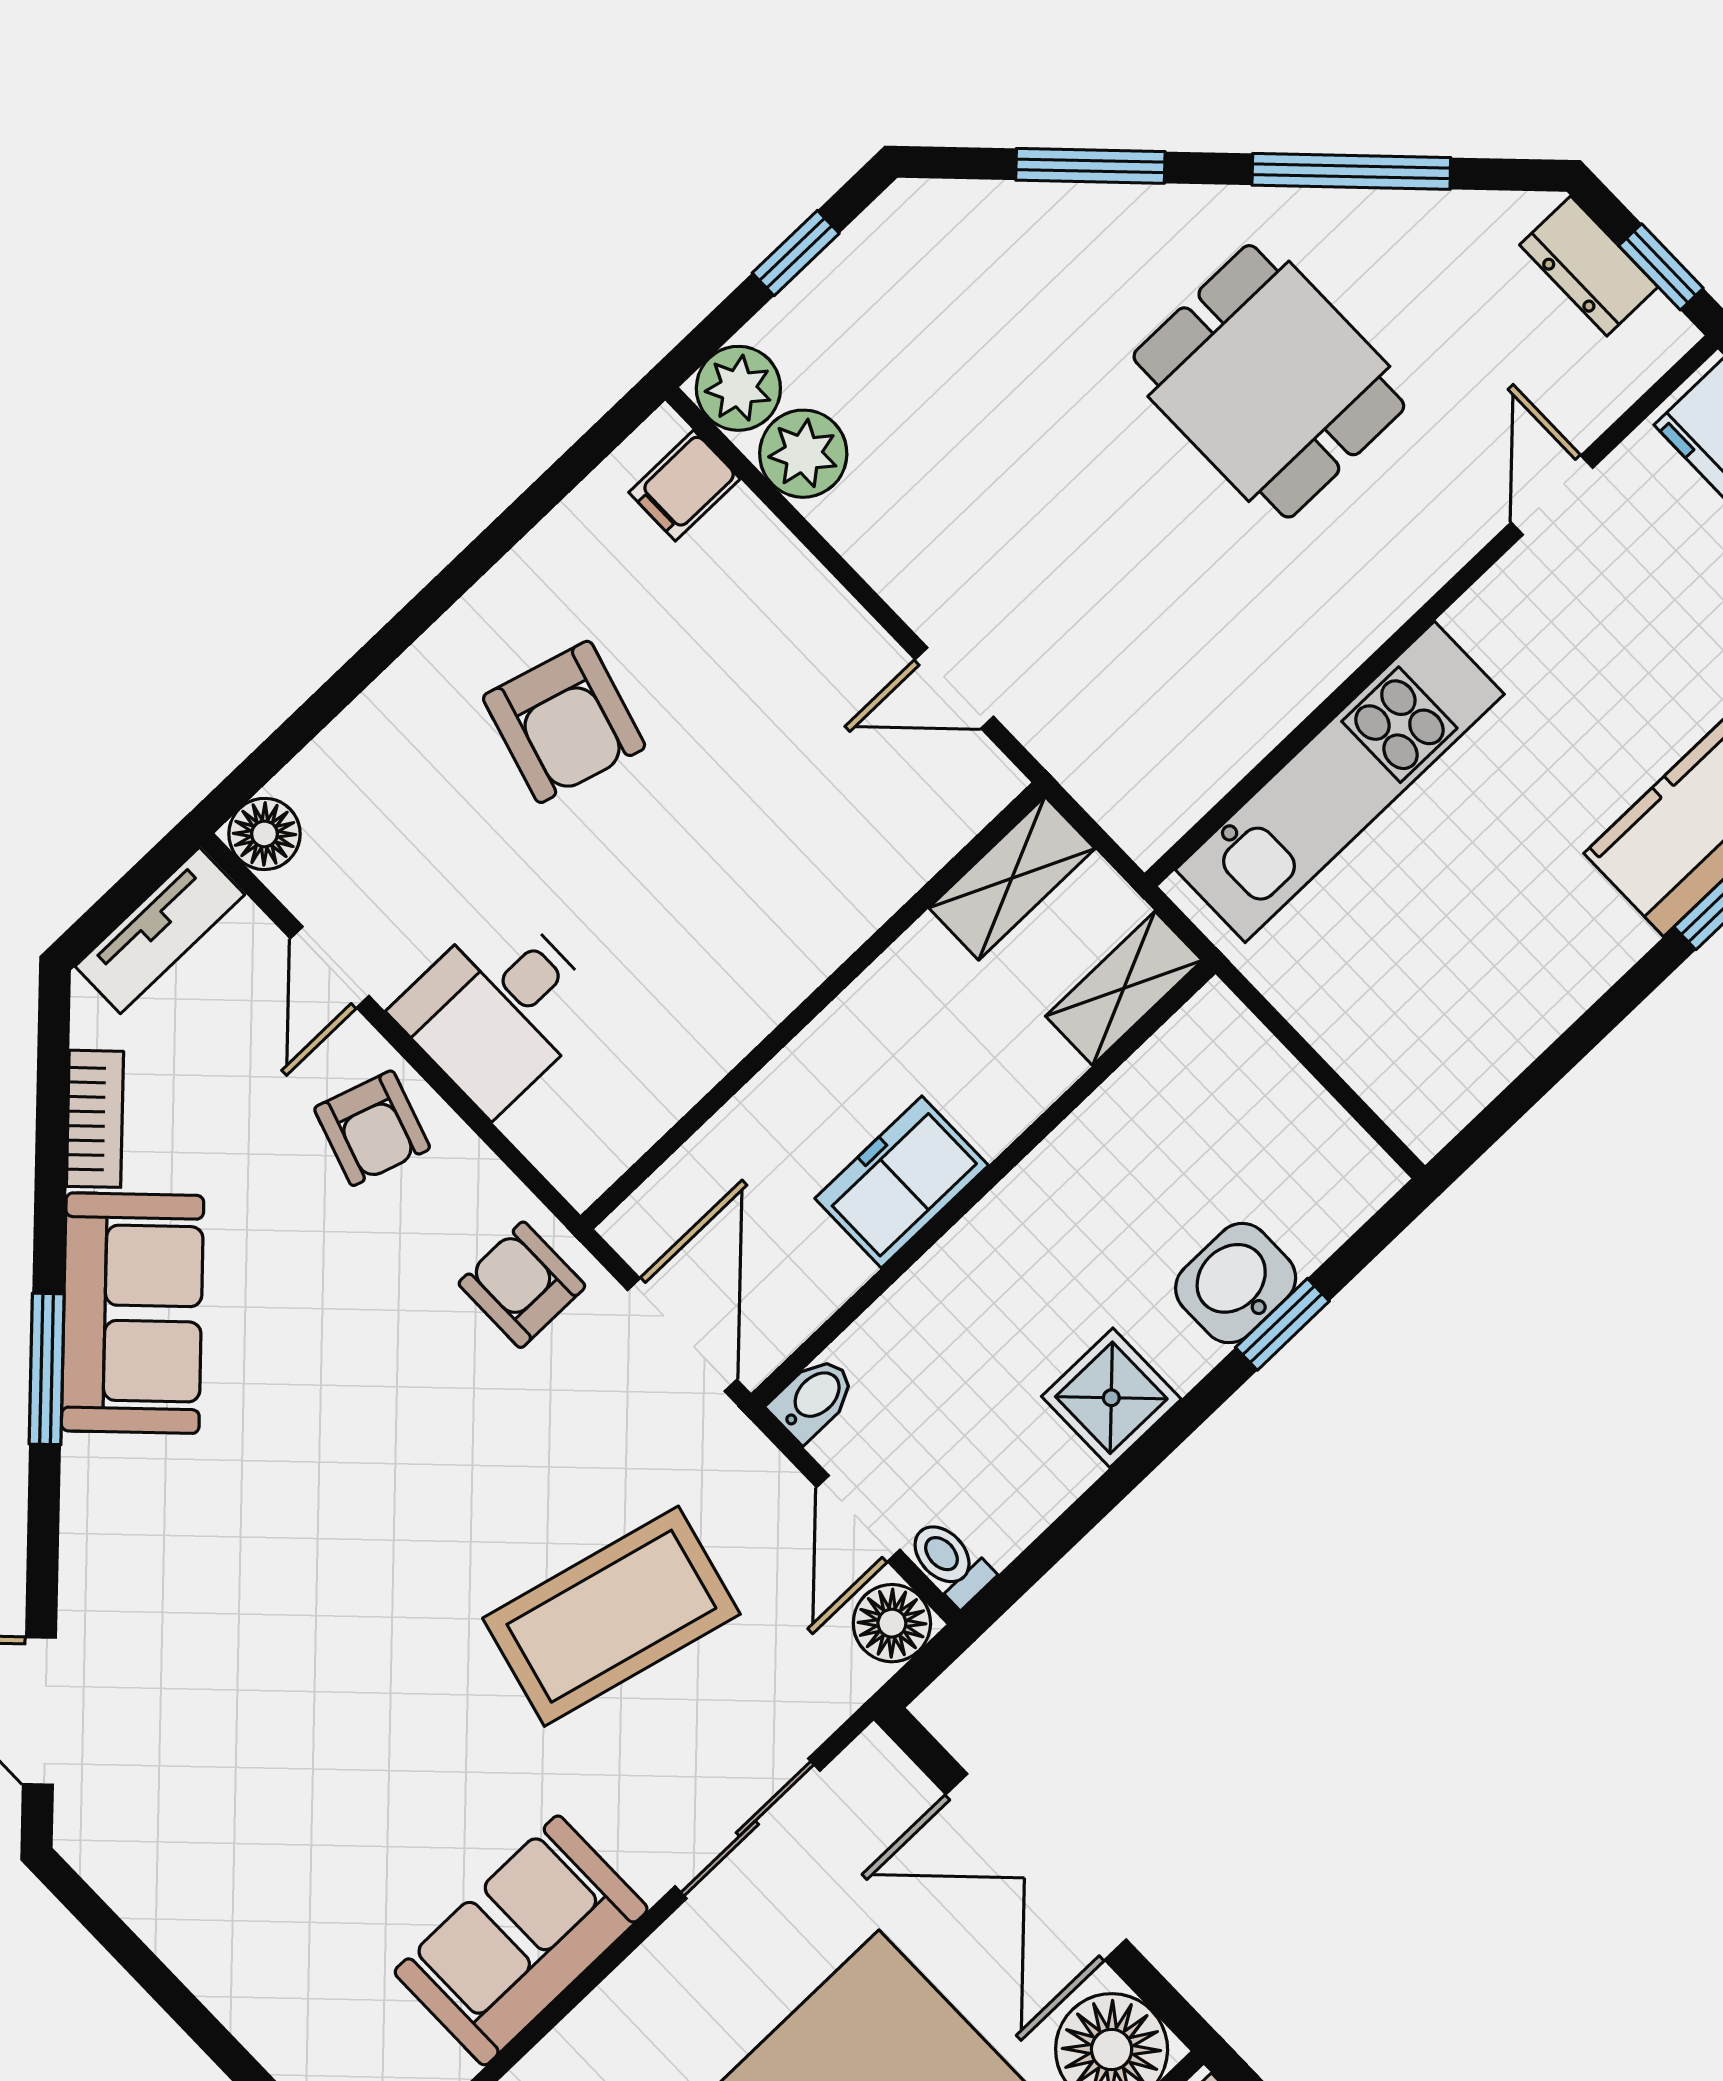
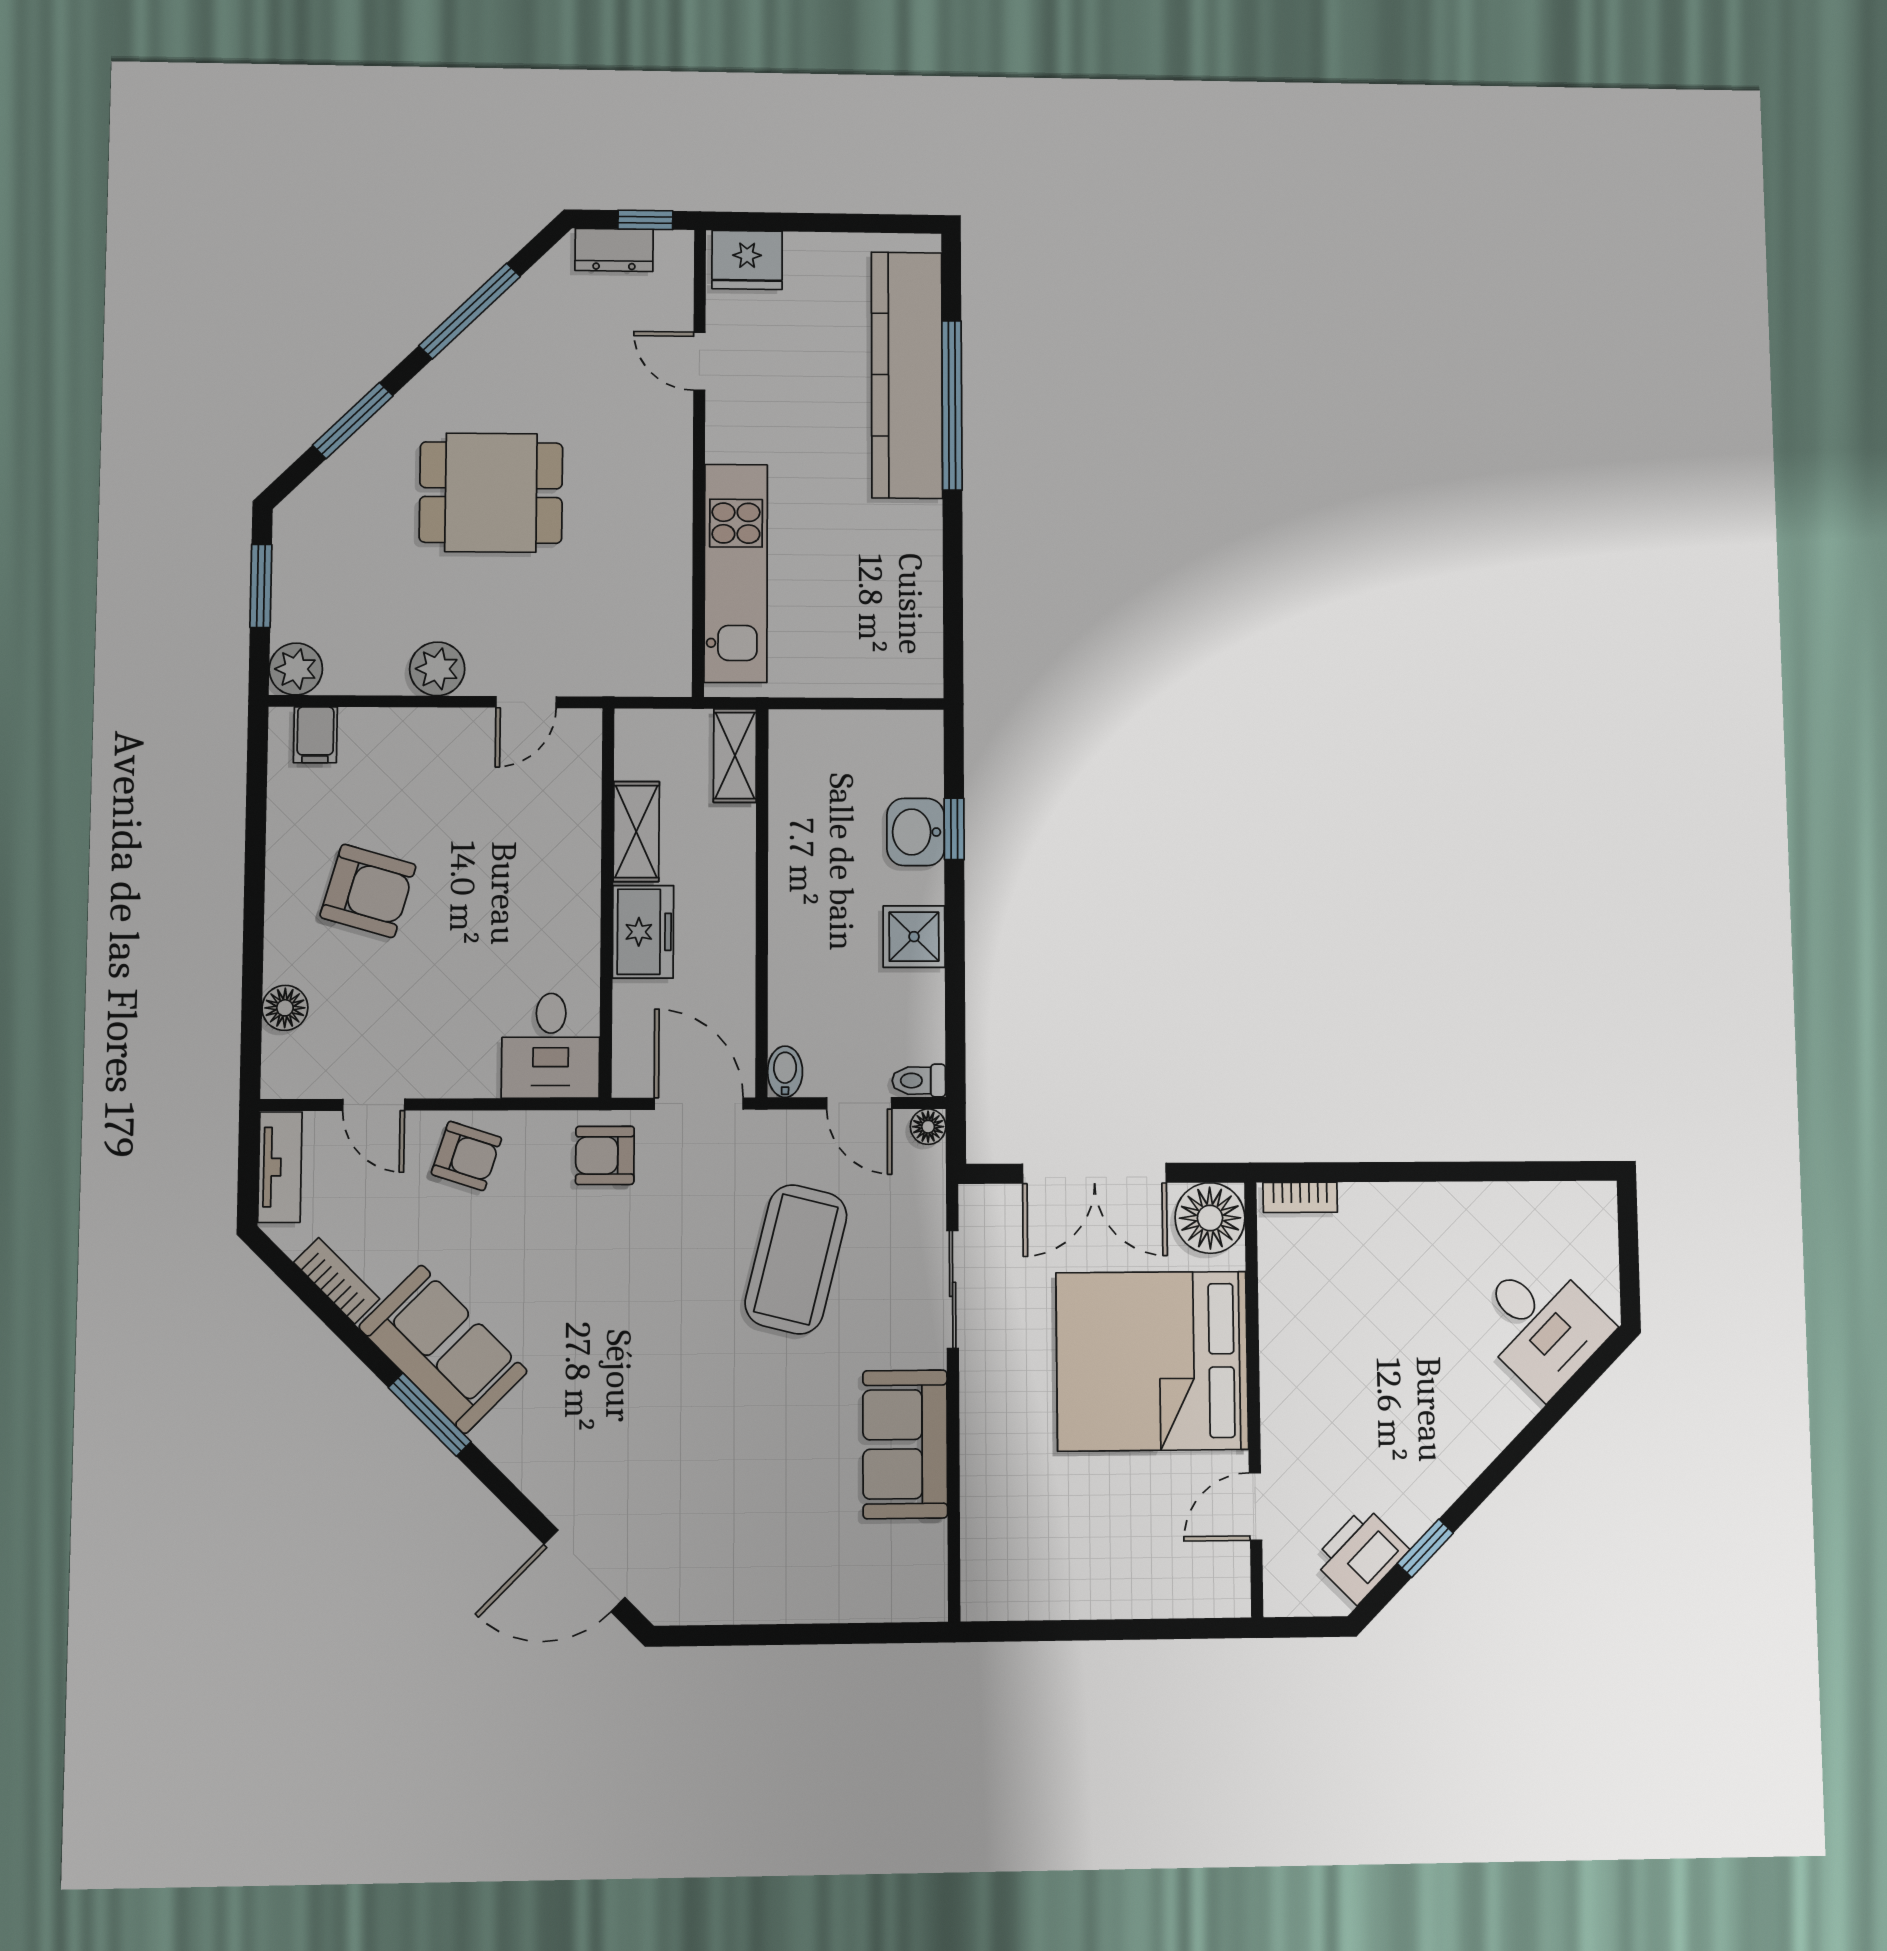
window: (796, 253) -> (261, 586), width x1.50
dining table: (1269, 381) -> (491, 493), moved
plant: (803, 454) -> (437, 669), moved
floor lamp: (265, 834) -> (285, 1008), moved
shelving: (1012, 878) -> (636, 832), moved
desk: (498, 1009) -> (551, 1046), moved
freezer: (902, 1182) -> (643, 932), moved, turned 180
floor lamp: (892, 1623) -> (928, 1127), width x0.73, depth x0.73

